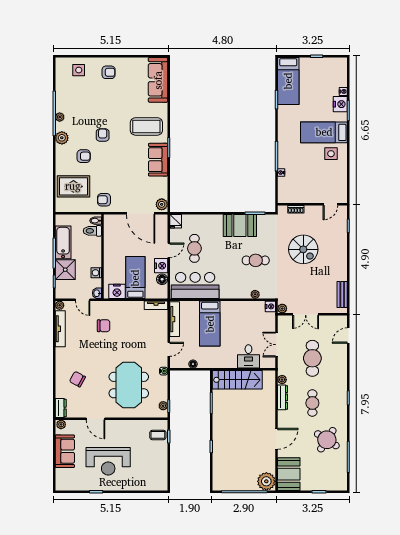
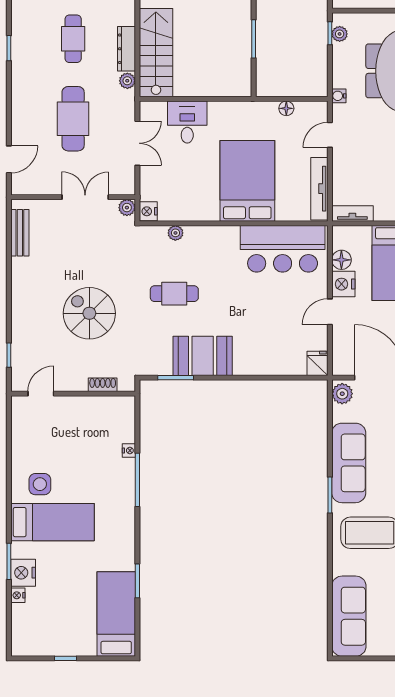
sofa: (158, 160) -> (349, 463), width x1.36
cafe table: (194, 248) -> (284, 315), removed
bed: (210, 324) -> (247, 181), width x1.50
stairs: (237, 380) -> (156, 53), moved, turned 90

